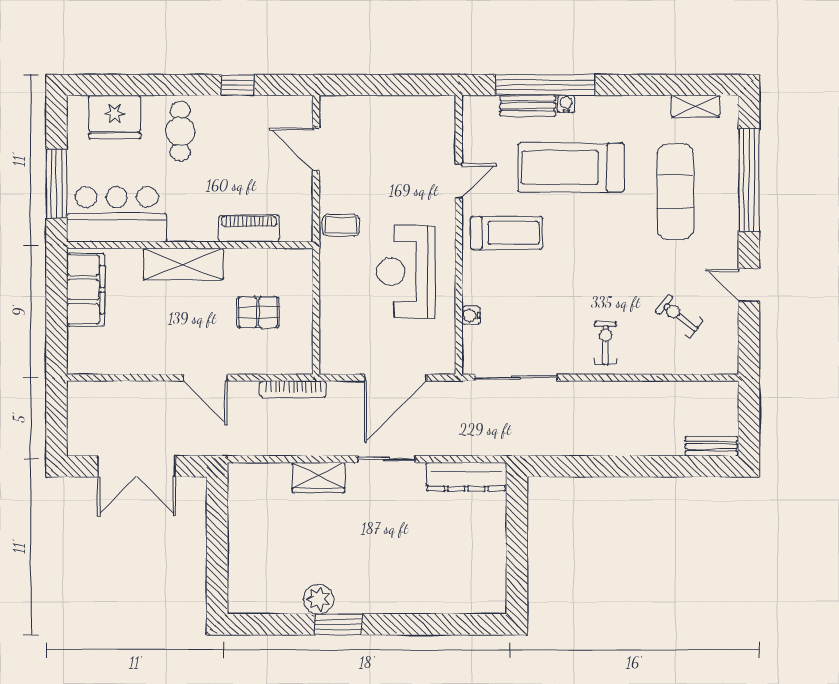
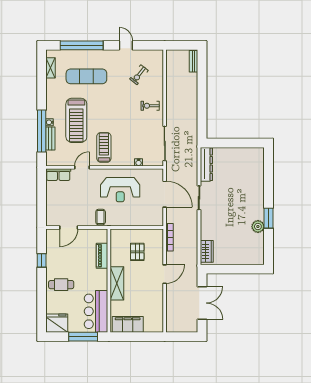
fridge: (115, 117) -> (57, 323), moved, turned -90
row of seats: (442, 124) -> (58, 175), added
door: (459, 181) -> (82, 167), hinge flipped
door: (749, 285) -> (126, 45), swing flipped
wardrobe: (318, 477) -> (207, 251), moved

